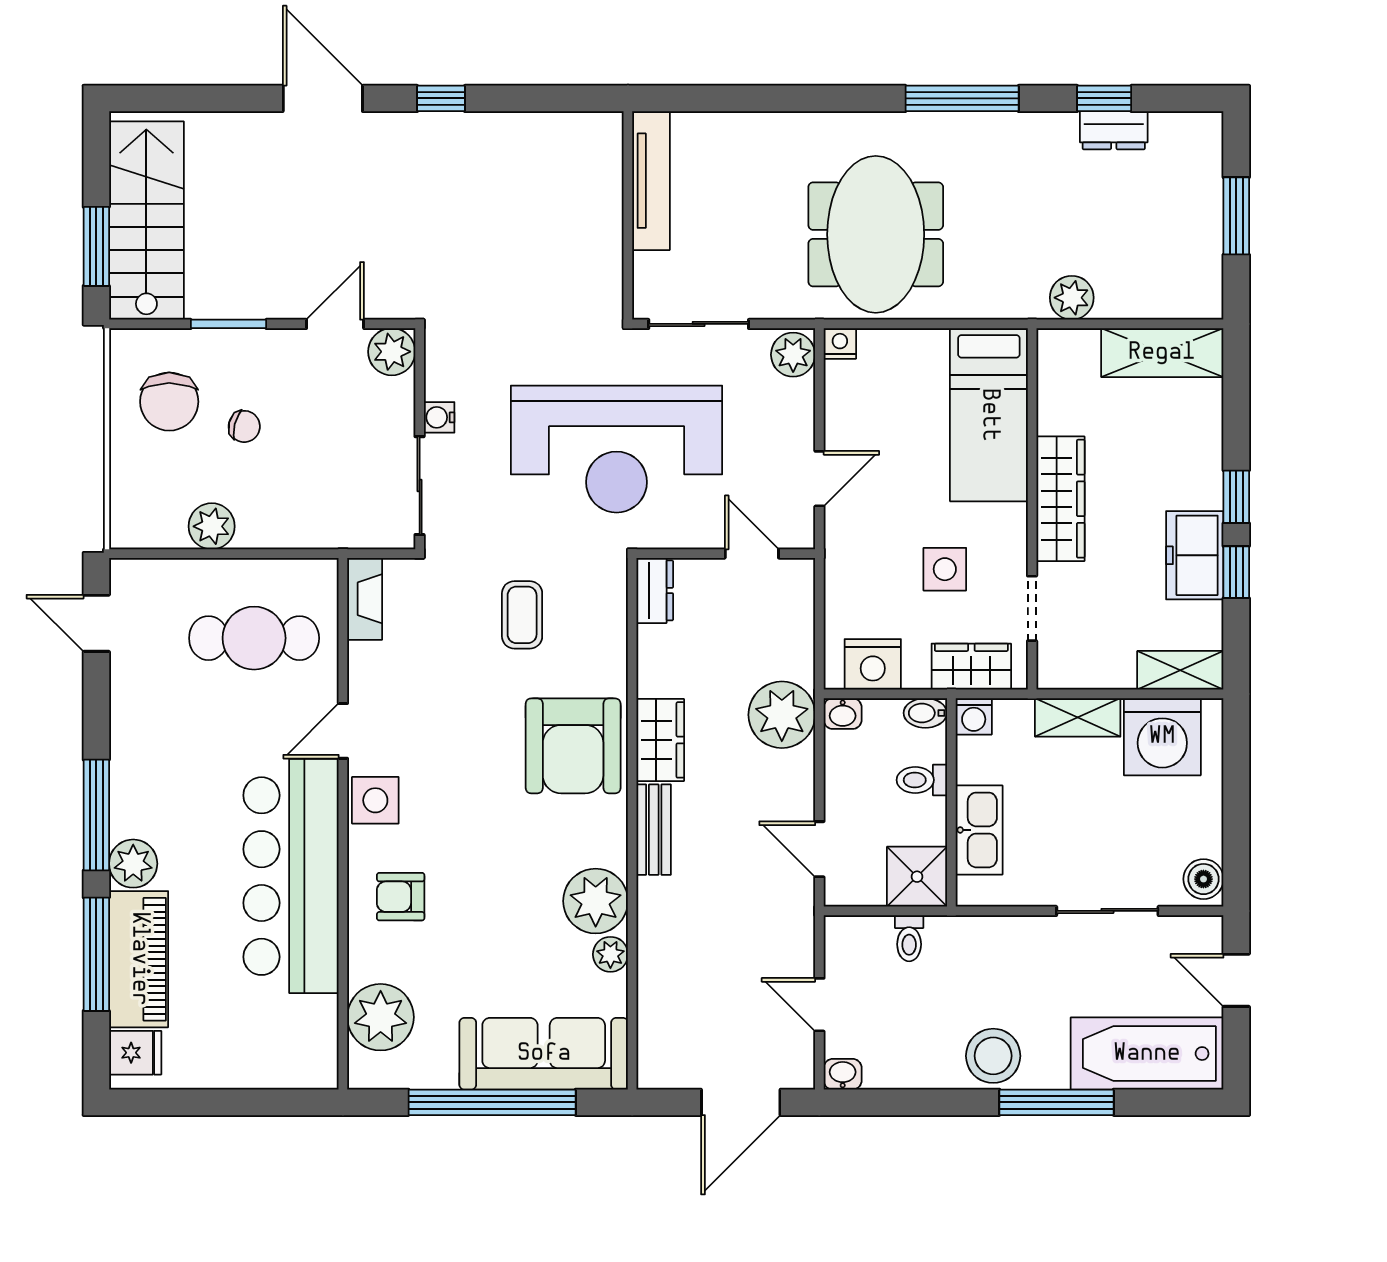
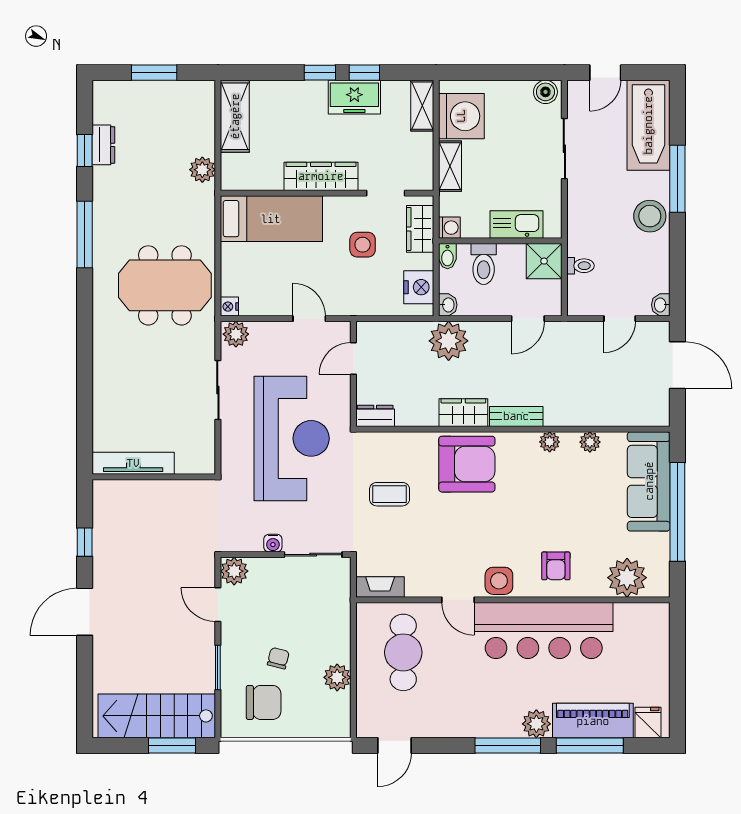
tv unit: (651, 181) -> (133, 463), moved
wall: (628, 215) -> (154, 477), moved
toilet: (922, 780) -> (484, 264), width x1.37, depth x1.39
plant: (596, 901) -> (550, 442), width x0.53, depth x0.53

